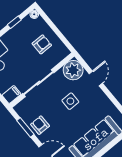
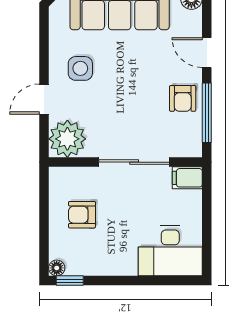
window: (14, 22) -> (70, 281), moved
side table: (70, 101) -> (80, 68), moved
window: (25, 127) -> (207, 113), width x1.44

